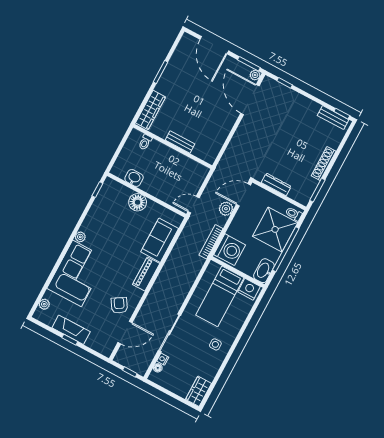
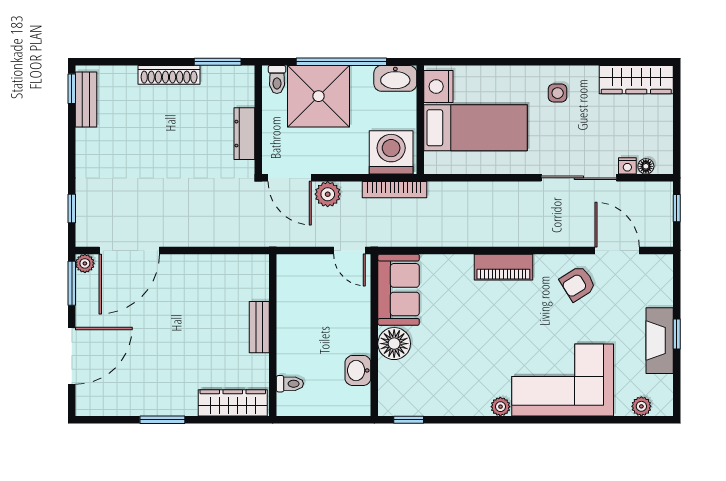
sofa: (160, 240) -> (399, 290), moved, turned -90
wardrobe: (198, 391) -> (636, 80), width x1.50

